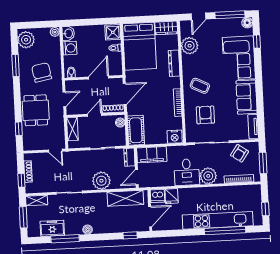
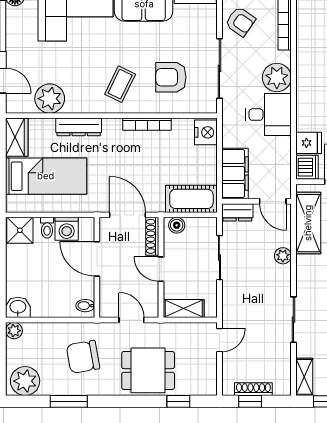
bed: (139, 46) -> (46, 176), width x0.67
washing machine: (70, 48) -> (67, 229), moved, turned 180
window: (21, 180) -> (250, 401), moved
plant: (101, 181) -> (283, 256), width x0.53, depth x0.53

